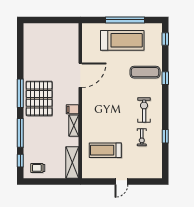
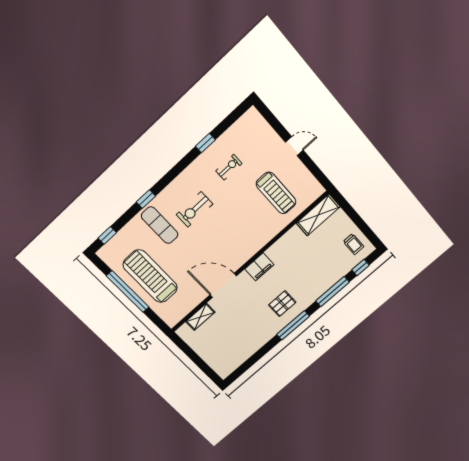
pallet: (39, 98) -> (282, 304), width x0.49, depth x0.50
filing cabinet: (72, 109) -> (259, 267), width x2.00
exercise bike: (144, 110) -> (195, 209), moved
shelving: (74, 126) -> (200, 317), moved

